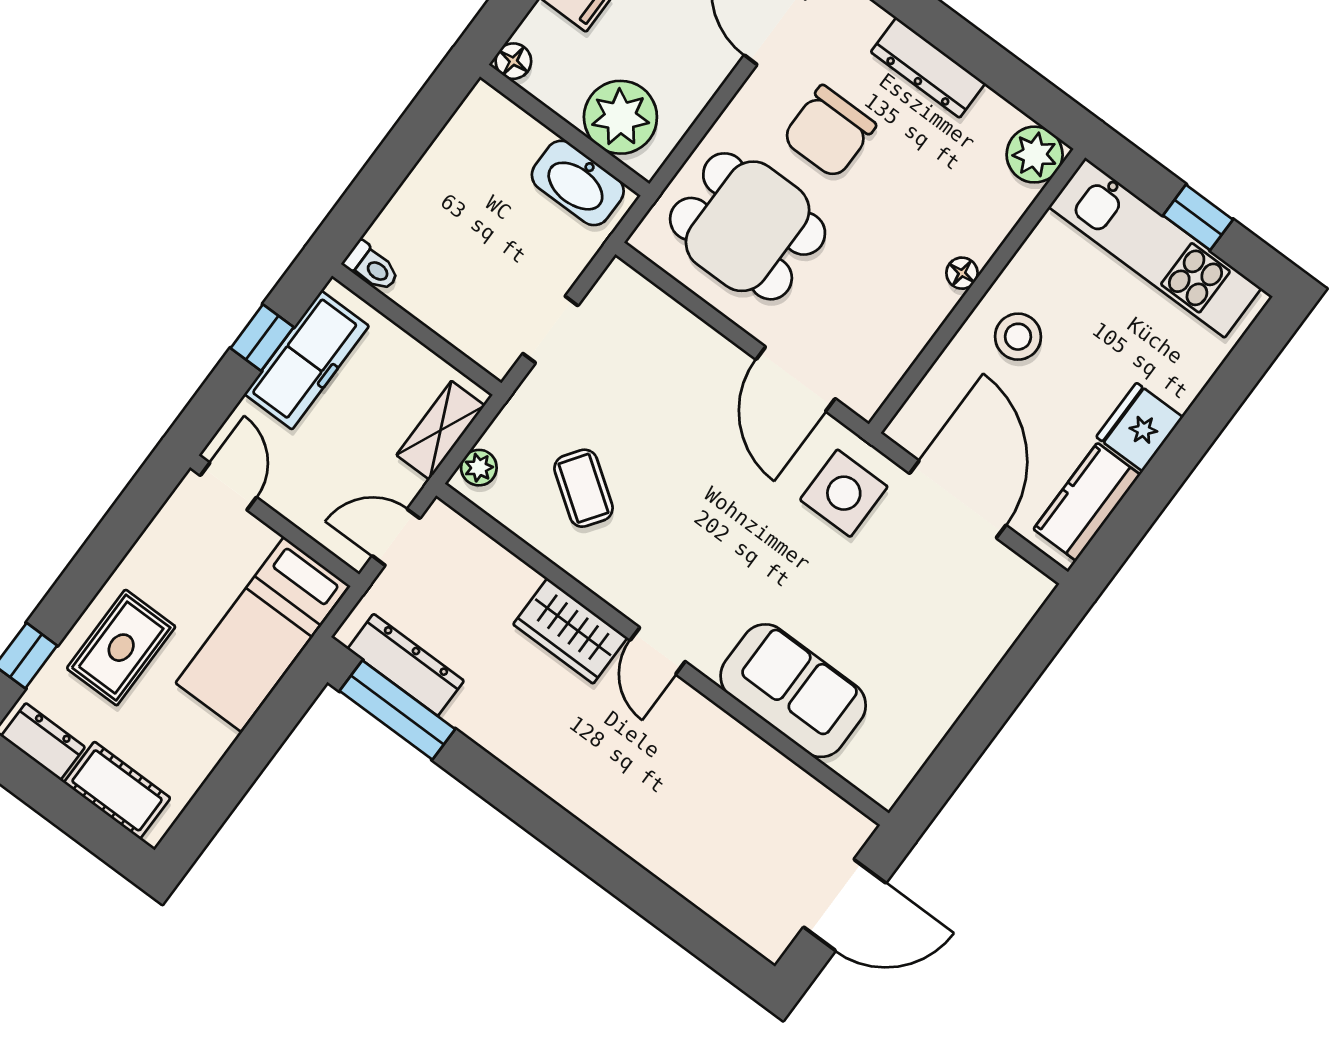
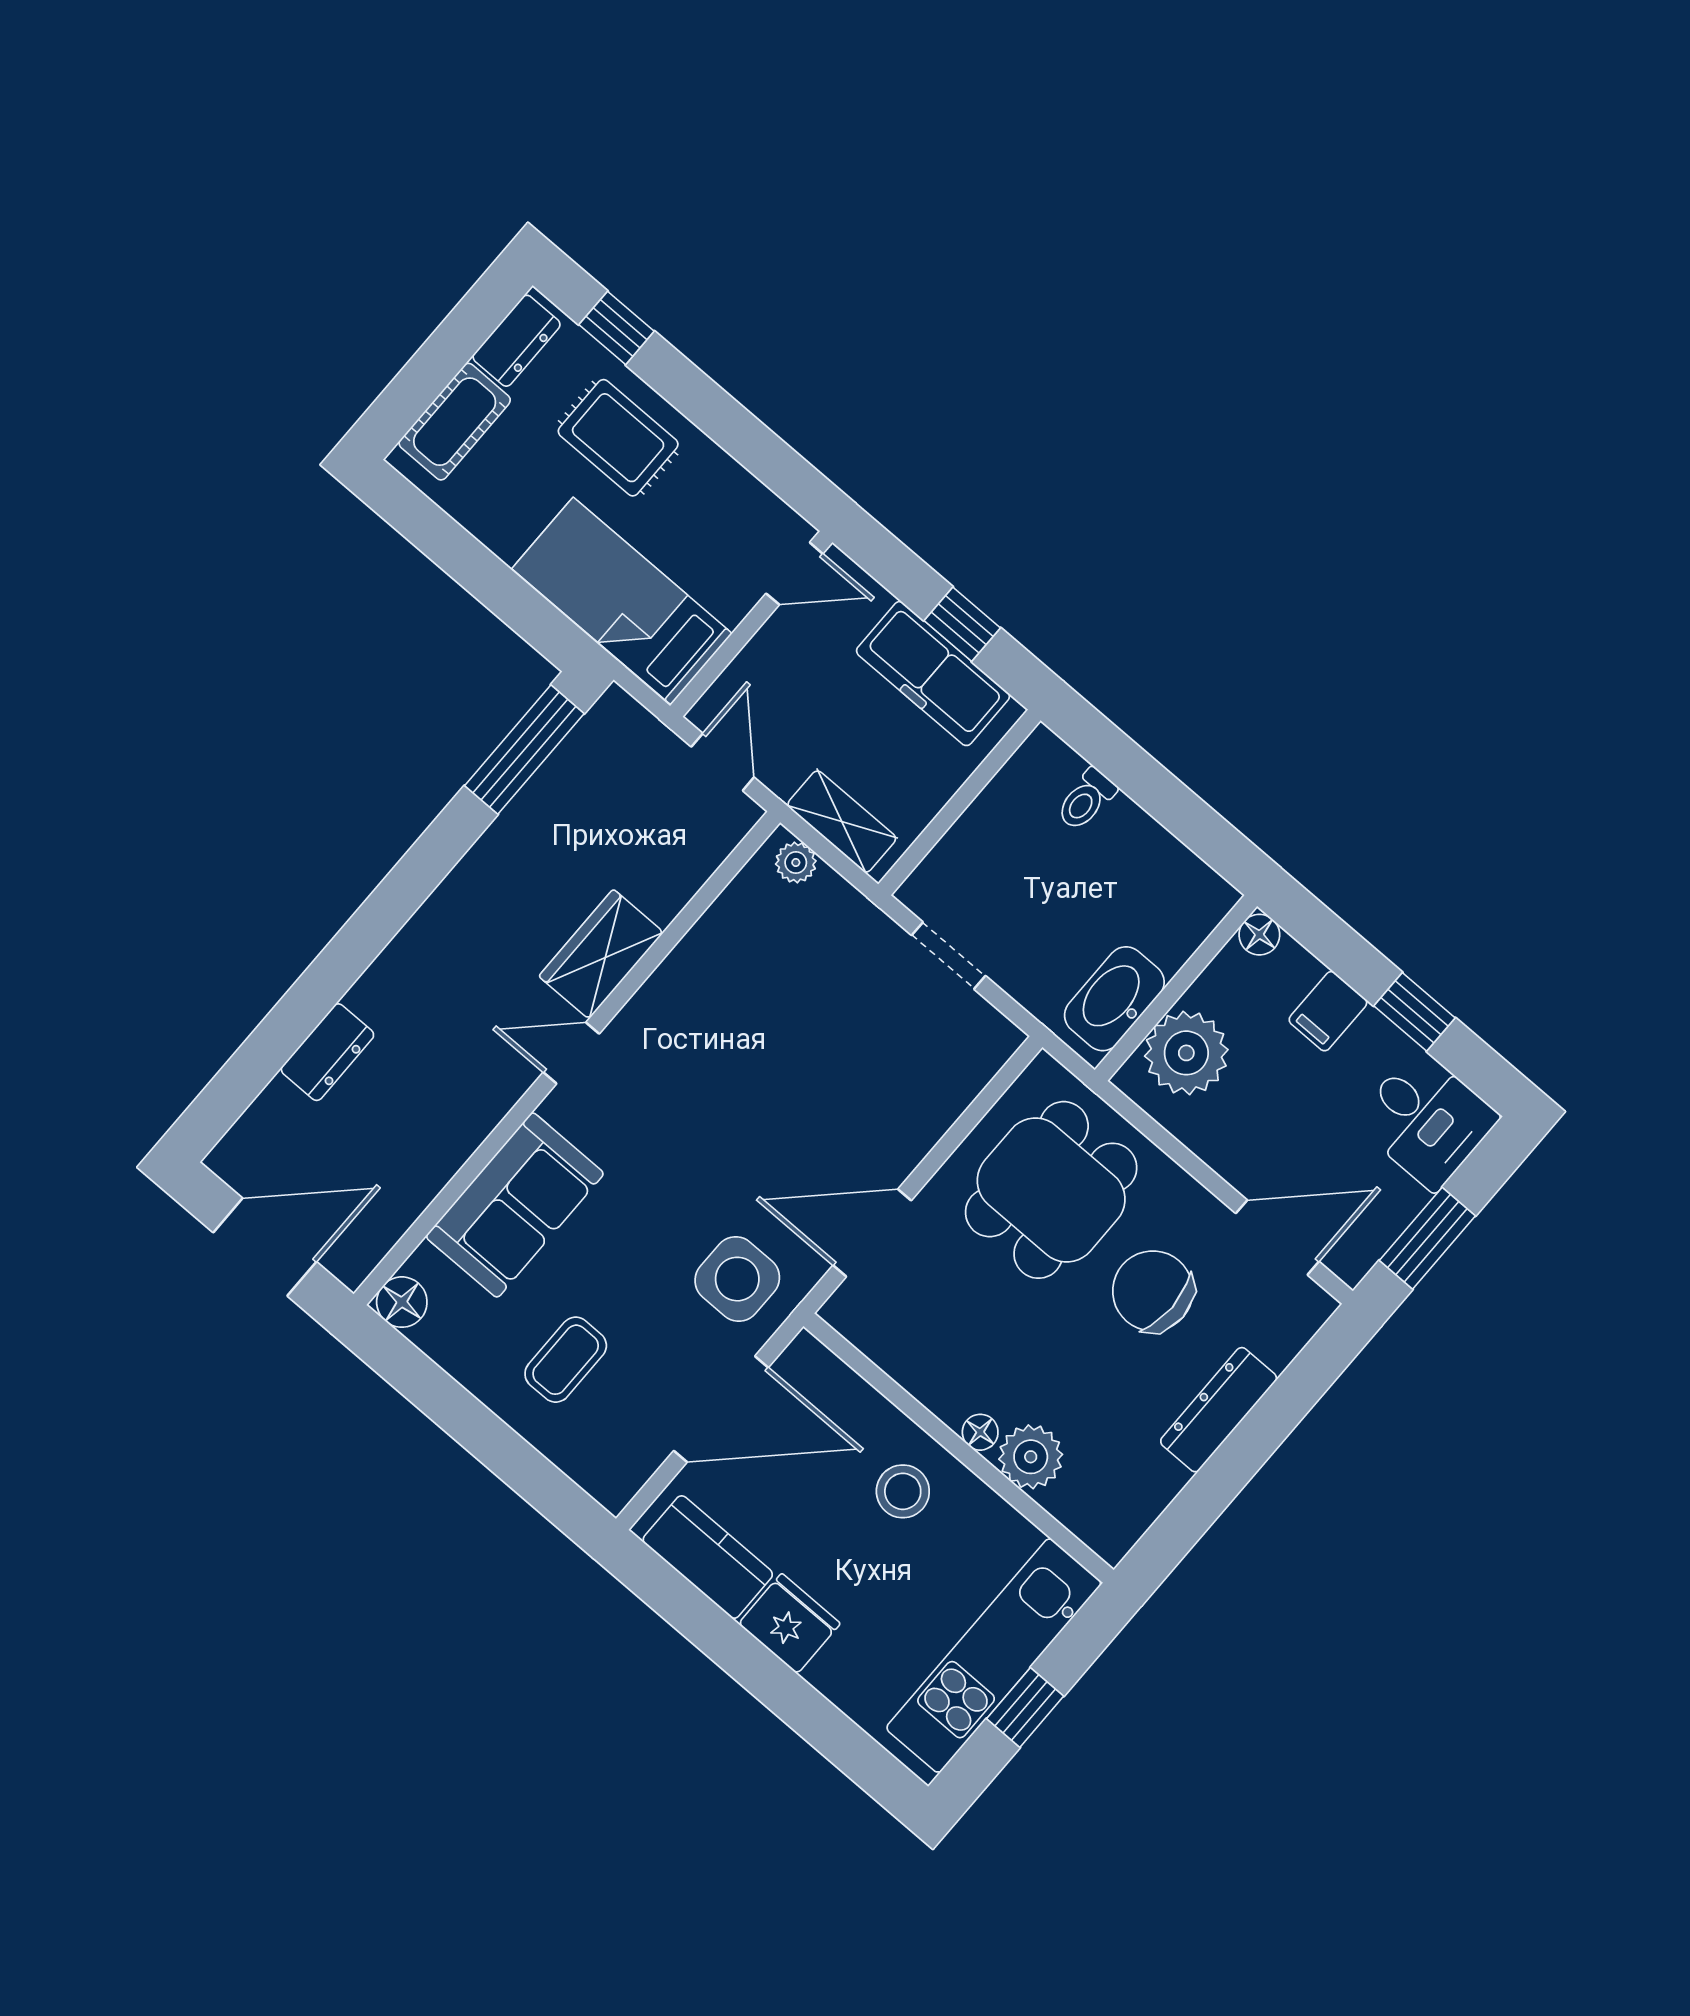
plant: (1035, 155) -> (1031, 1457), moved
toilet: (372, 267) -> (1086, 800), moved
coffee table: (584, 488) -> (566, 1360), moved, turned -35
dresser: (406, 665) -> (327, 1052), moved, width x0.70
floor lamp: (884, 783) -> (402, 1302), added
door: (845, 905) -> (265, 1247), swing flipped

